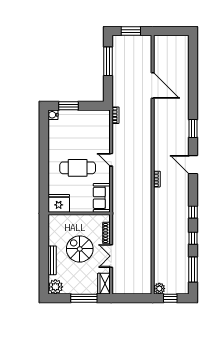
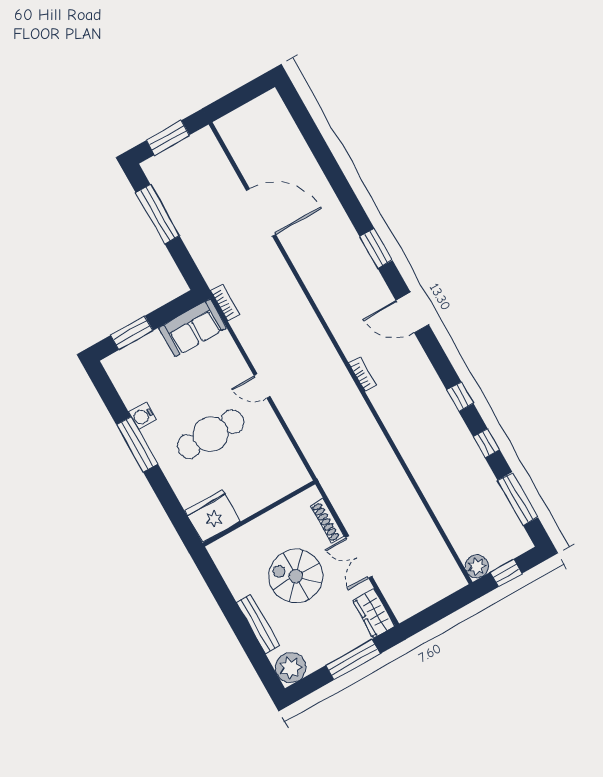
water cooler: (53, 115) -> (143, 416), moved
window: (44, 154) -> (137, 444), added
sofa: (102, 198) -> (193, 328), moved, turned -90

